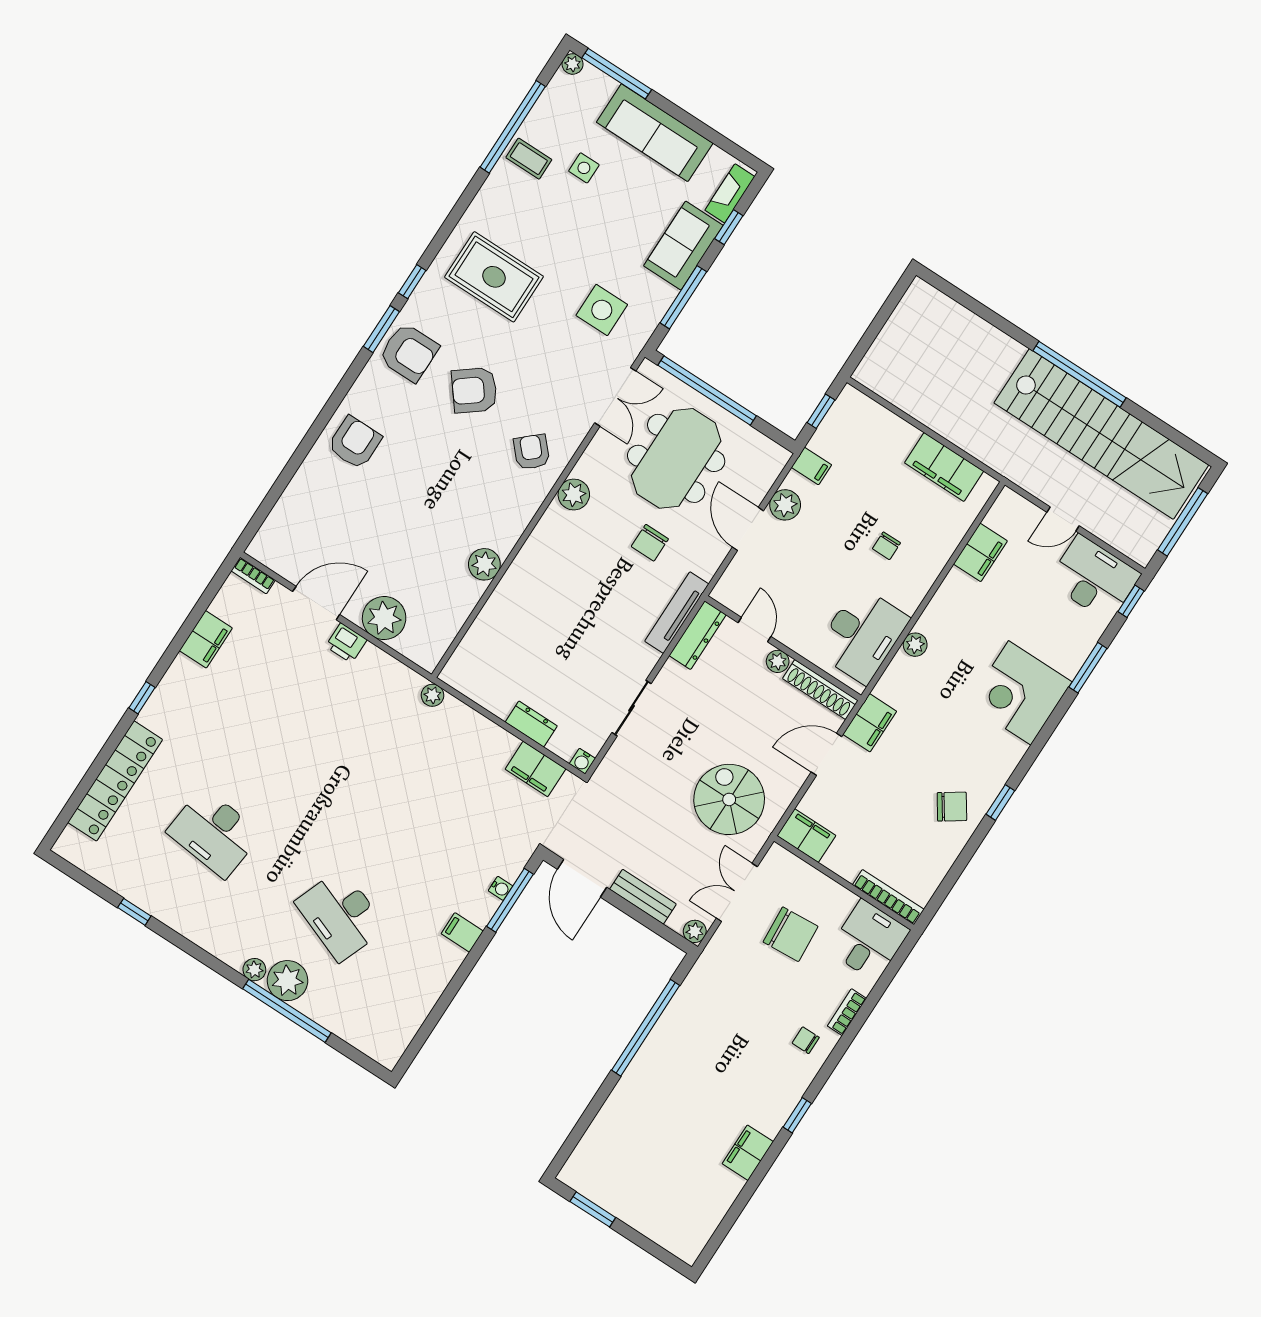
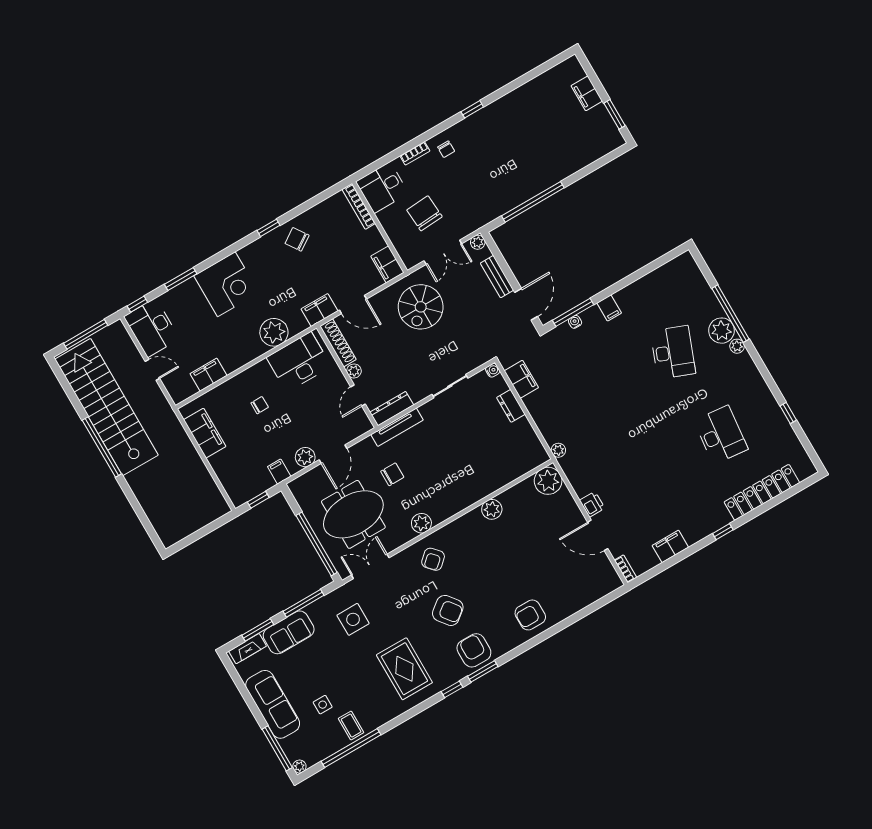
window: (729, 227) -> (258, 630), width x1.50
plant: (384, 618) -> (548, 481), moved
plant: (915, 645) -> (274, 332), width x1.88, depth x1.88
filing cabinet: (748, 1153) -> (587, 93), moved, turned 90

